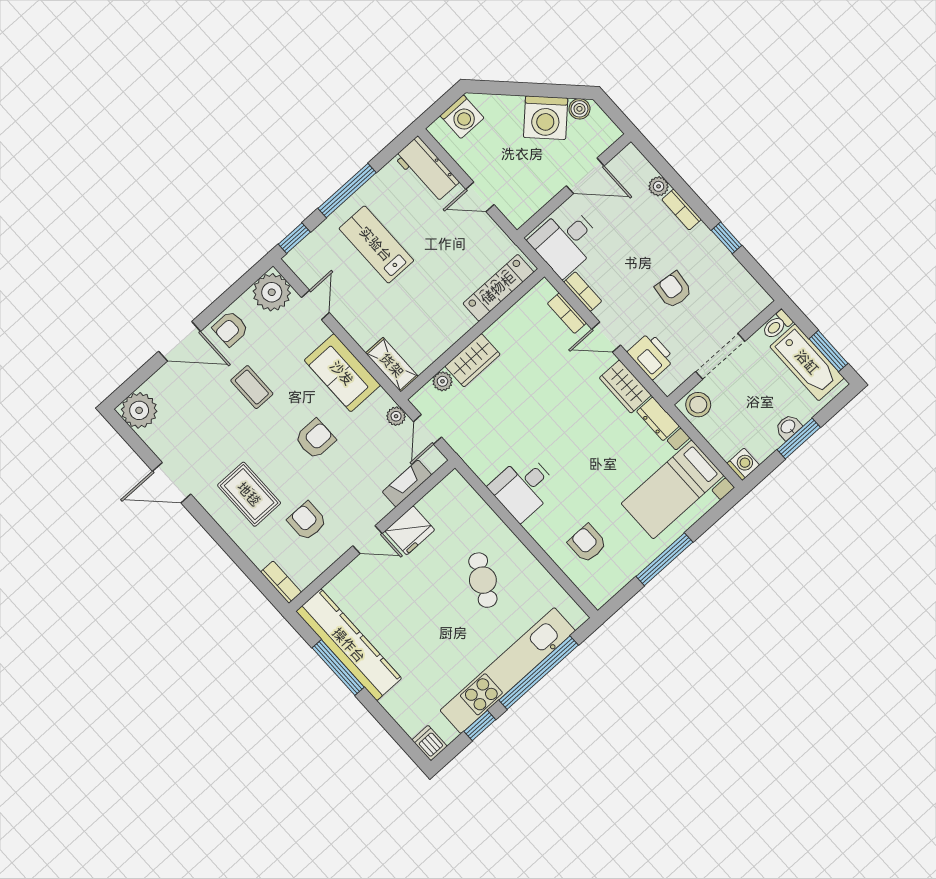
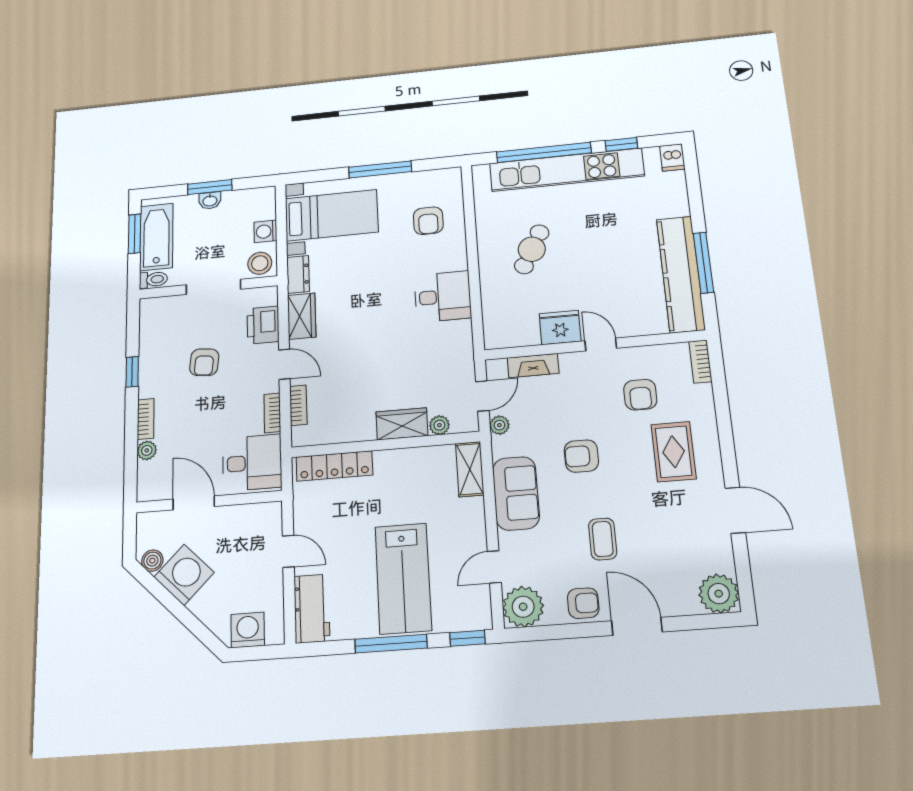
lab bench: (376, 244) -> (403, 578), width x1.36, depth x1.39
washing machine: (743, 464) -> (265, 231), moved

